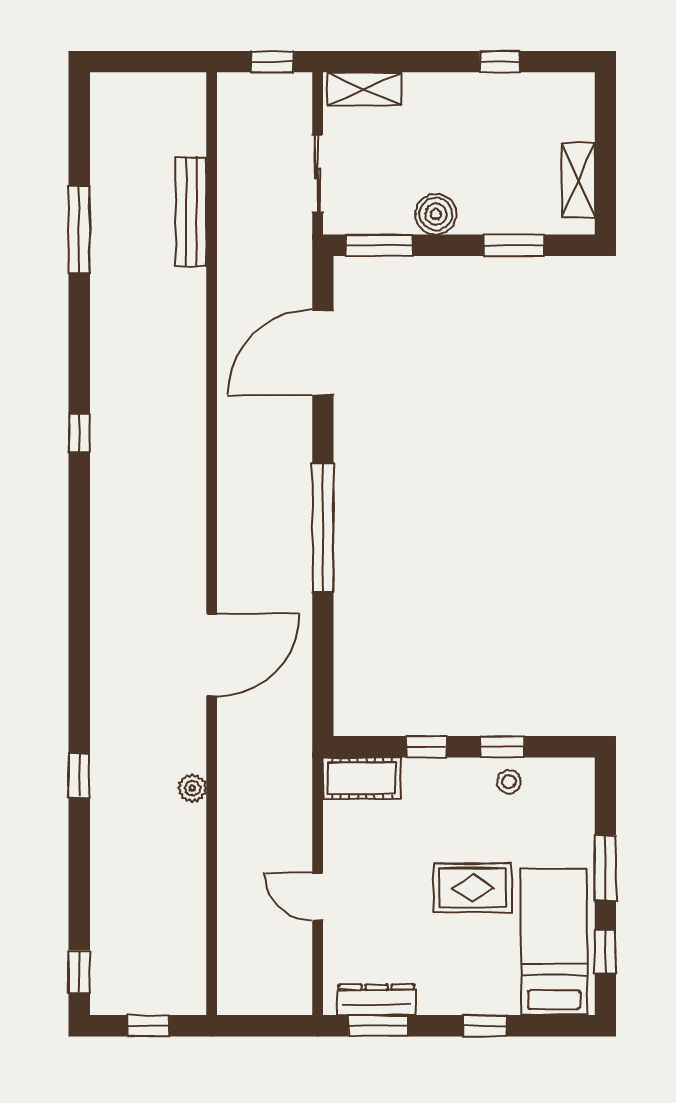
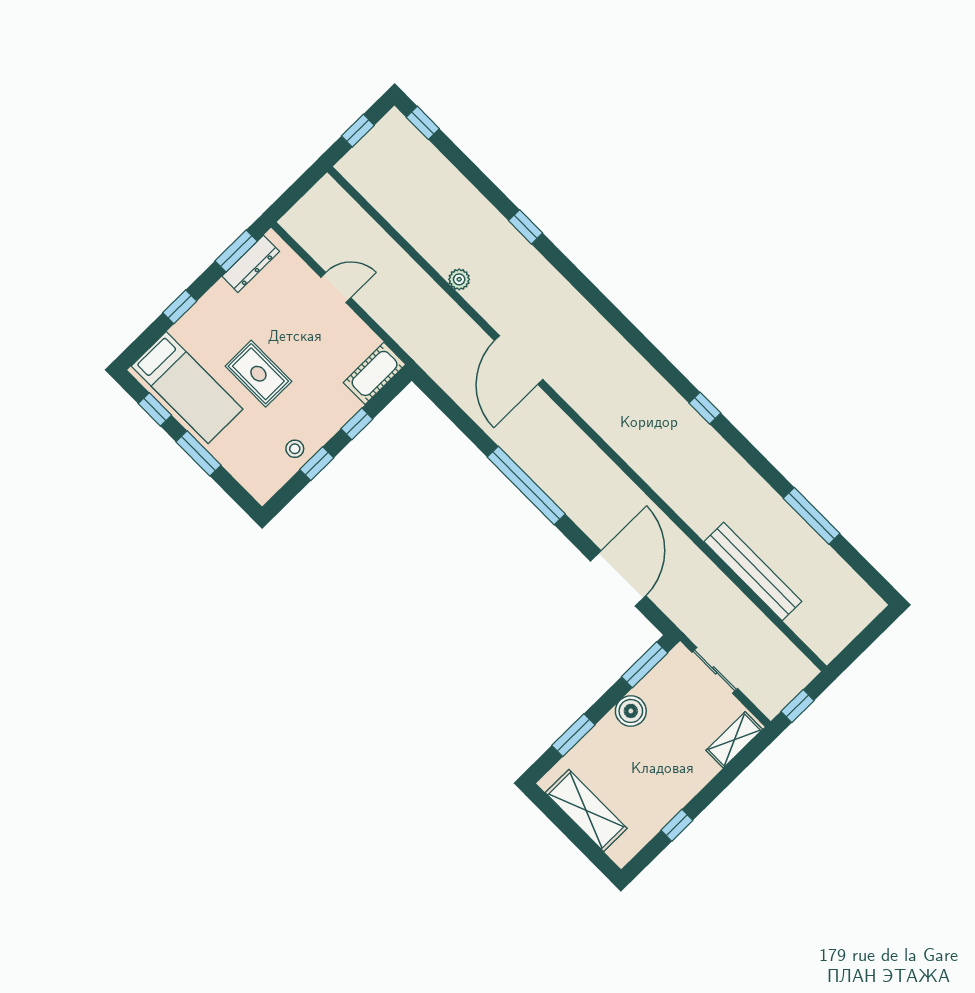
shelving: (578, 180) -> (586, 810), width x1.50, depth x1.33
bench: (191, 212) -> (753, 571), width x1.37, depth x1.21
rug: (473, 888) -> (258, 374), turned 90

